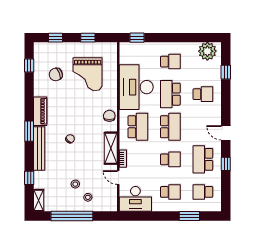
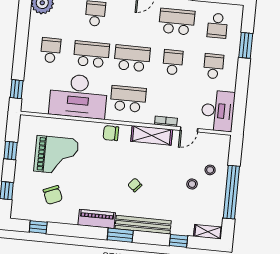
school desk: (170, 94) -> (91, 54), turned 180
school desk: (203, 159) -> (177, 22), turned 180

